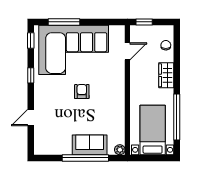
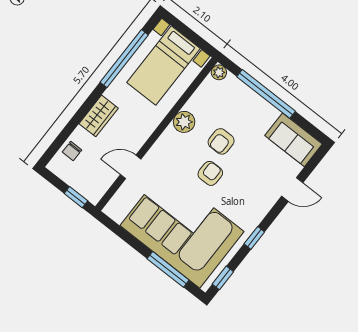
door: (127, 51) -> (131, 167), moved
armchair: (82, 92) -> (210, 173), turned 180
plant: (118, 108) -> (184, 122), added
armchair: (89, 113) -> (221, 141), added
sofa: (90, 145) -> (293, 140), moved

